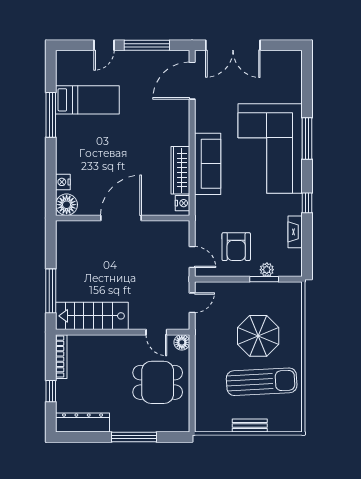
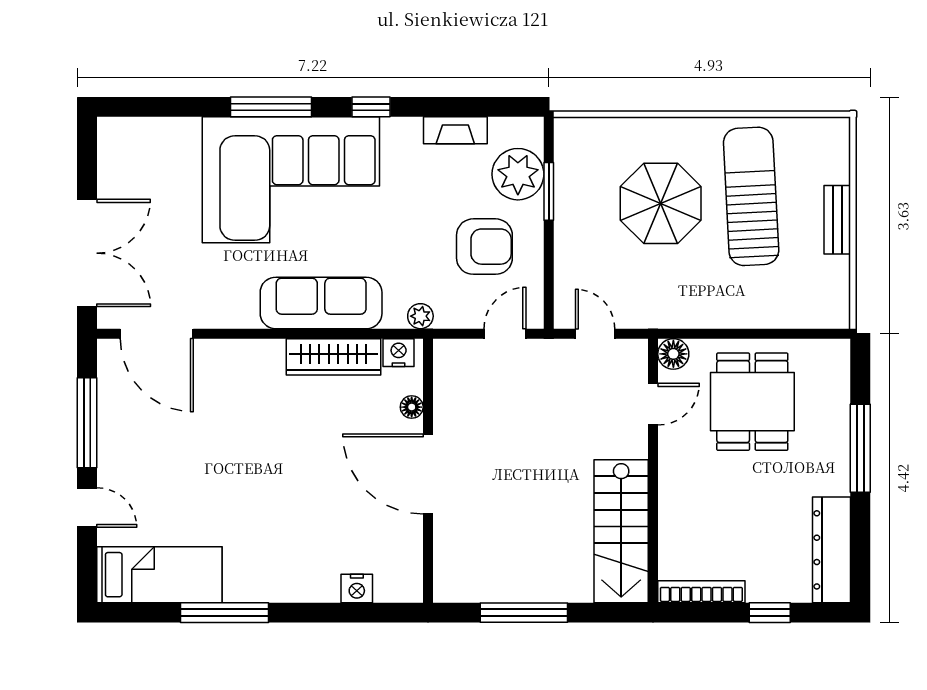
bed: (87, 100) -> (159, 575), moved, turned 90
window: (307, 203) -> (371, 107), moved
floor lamp: (67, 205) -> (412, 407), moved, width x0.53, depth x0.53
plant: (201, 214) -> (420, 316), added
plant: (267, 270) -> (518, 174), width x1.87, depth x1.87
window: (51, 291) -> (524, 613), moved

